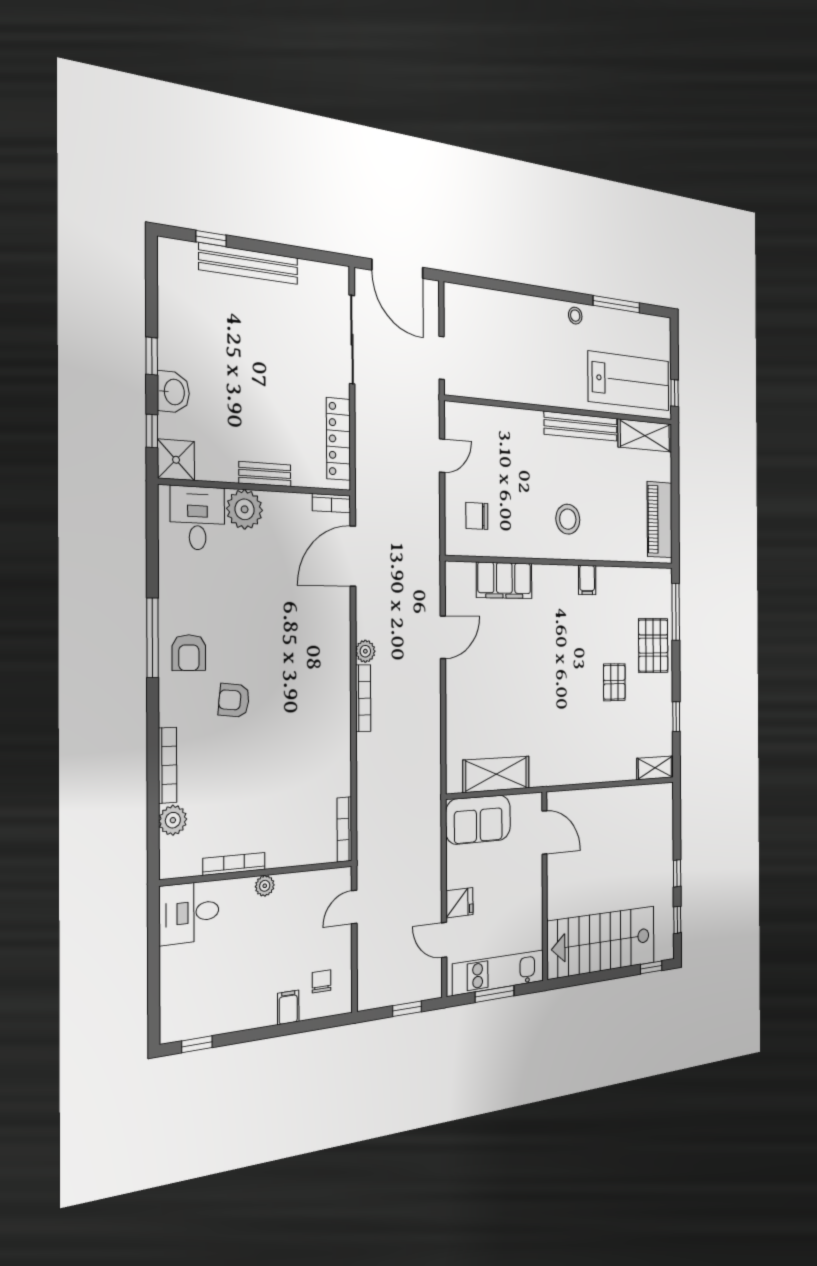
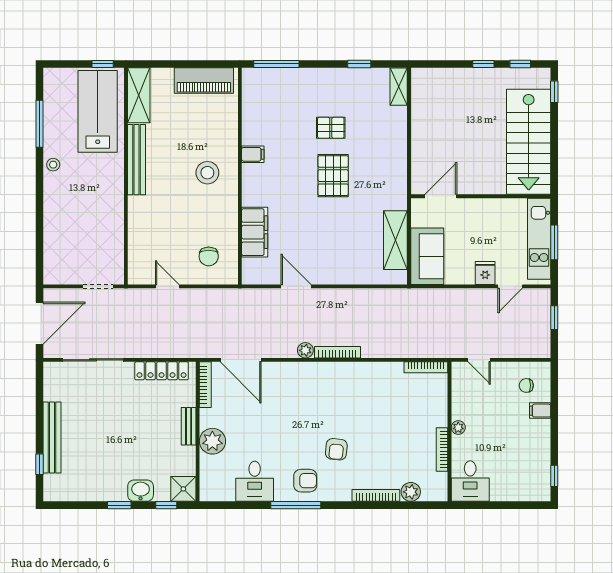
bookcase: (331, 503) -> (205, 385), width x1.56
desk: (198, 518) -> (255, 481), moved, turned -90
pallet: (653, 646) -> (333, 176), moved, turned 90

